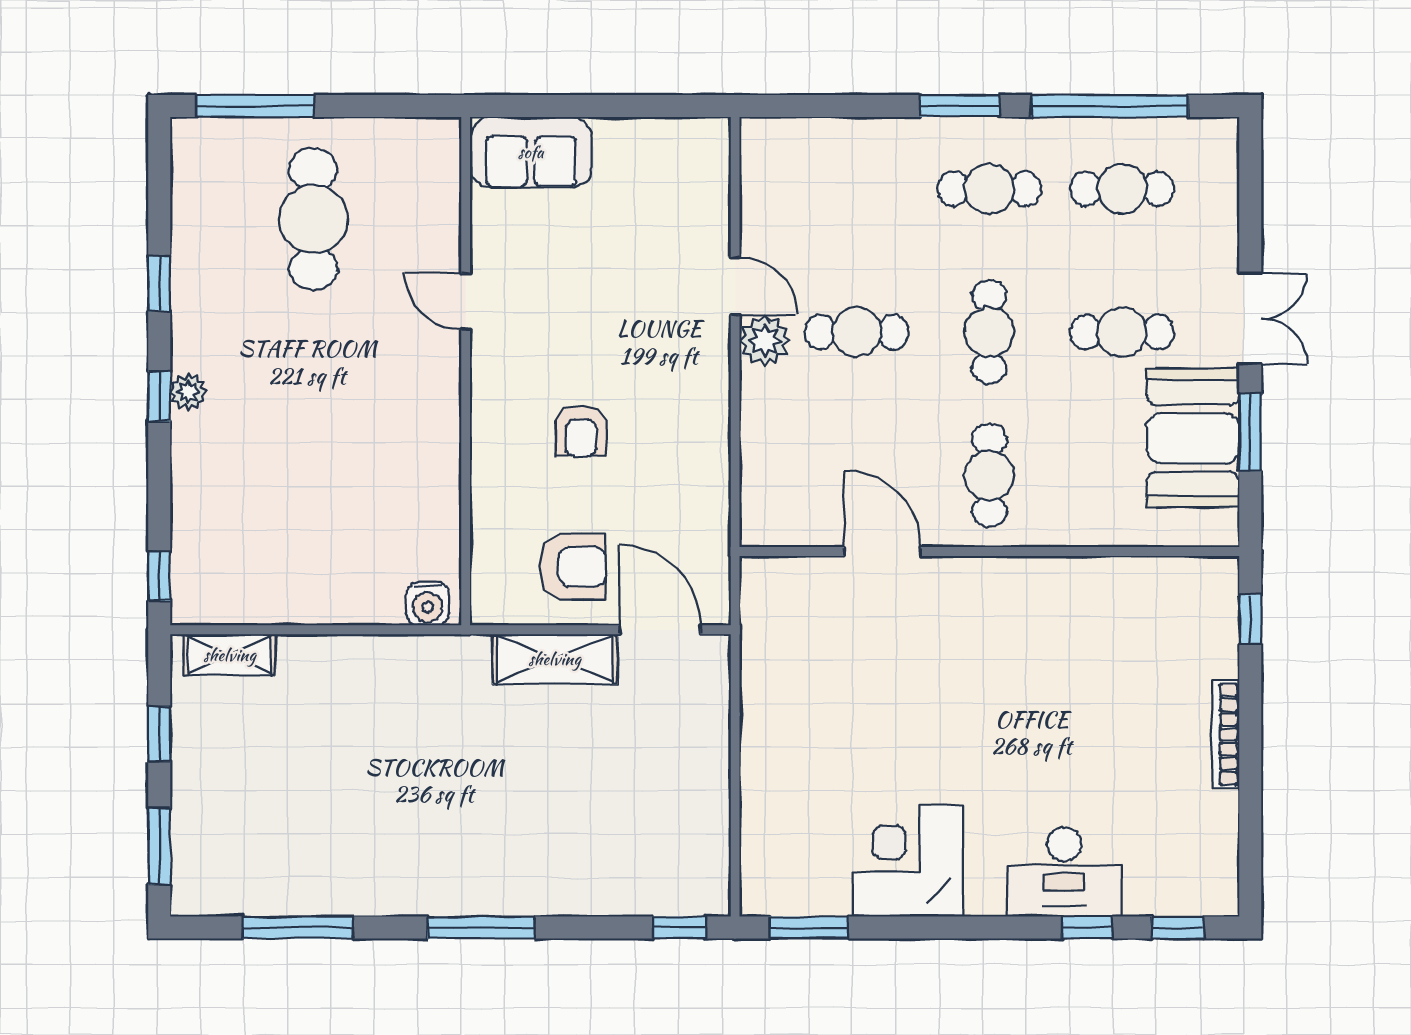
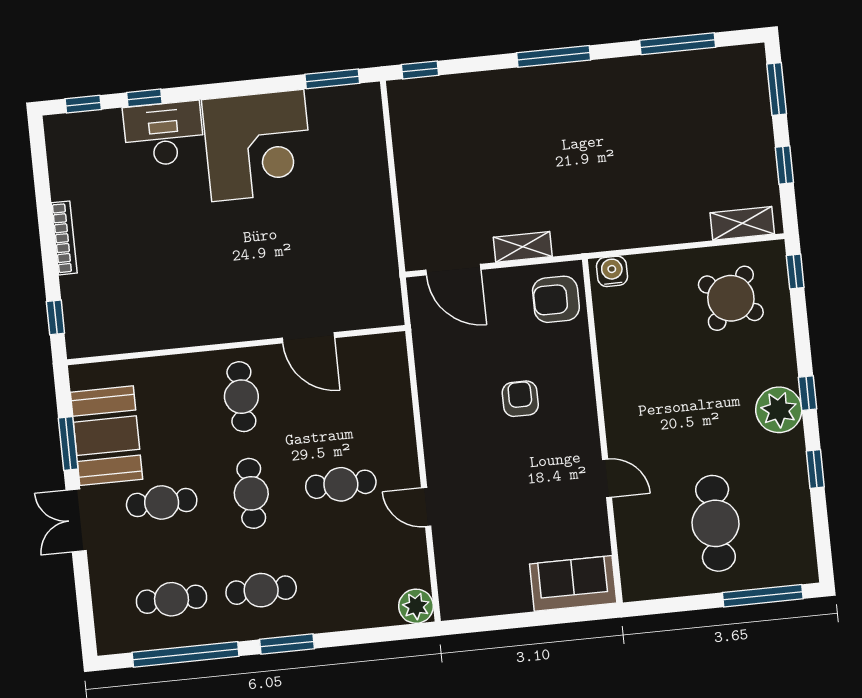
plant: (765, 341) -> (416, 606), moved
plant: (188, 392) -> (779, 410), width x1.87, depth x1.87
round table: (257, 547) -> (731, 298), added
armchair: (573, 567) -> (556, 299), moved
shelving: (555, 659) -> (523, 247), width x0.67, depth x0.75
corner desk: (908, 861) -> (258, 145), width x1.36, depth x1.36

